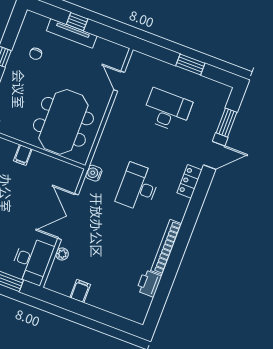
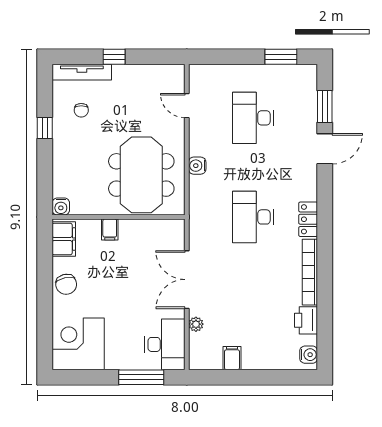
tv unit: (72, 33) -> (82, 72), moved
window: (190, 65) -> (281, 57), moved
desk: (167, 110) -> (253, 118), turned -90
water cooler: (94, 173) -> (197, 166), moved
locker: (189, 181) -> (308, 219), moved
water cooler: (141, 311) -> (309, 355), added

